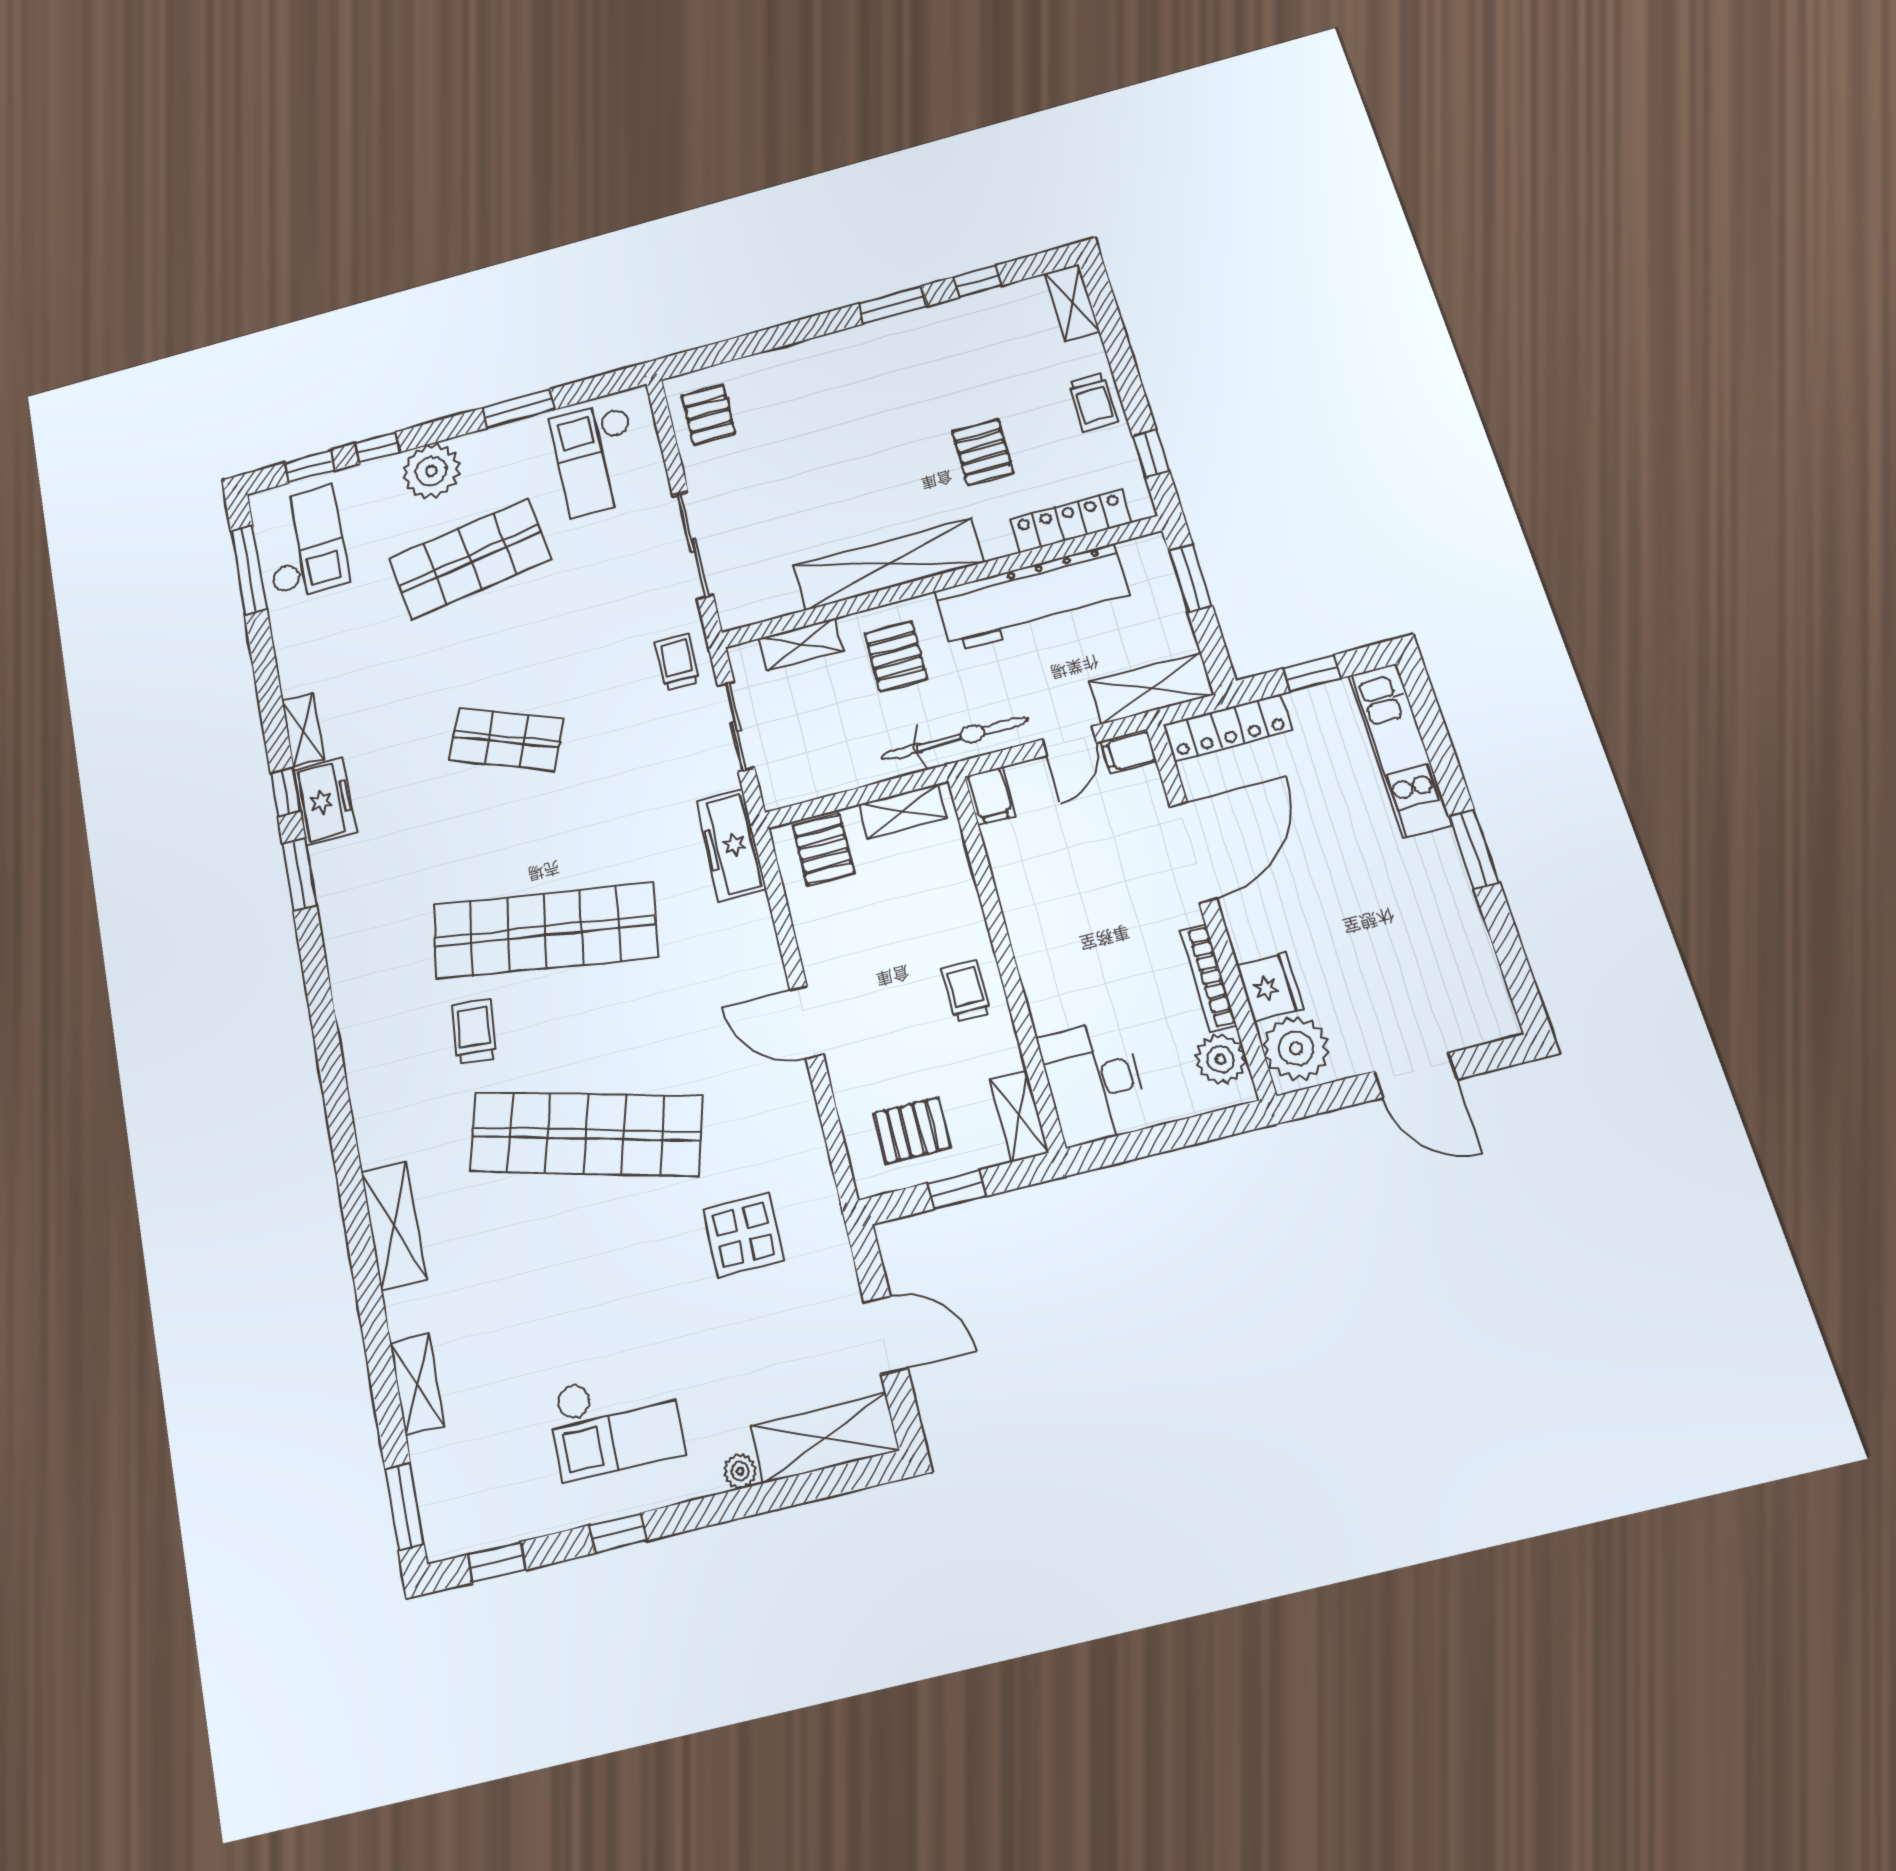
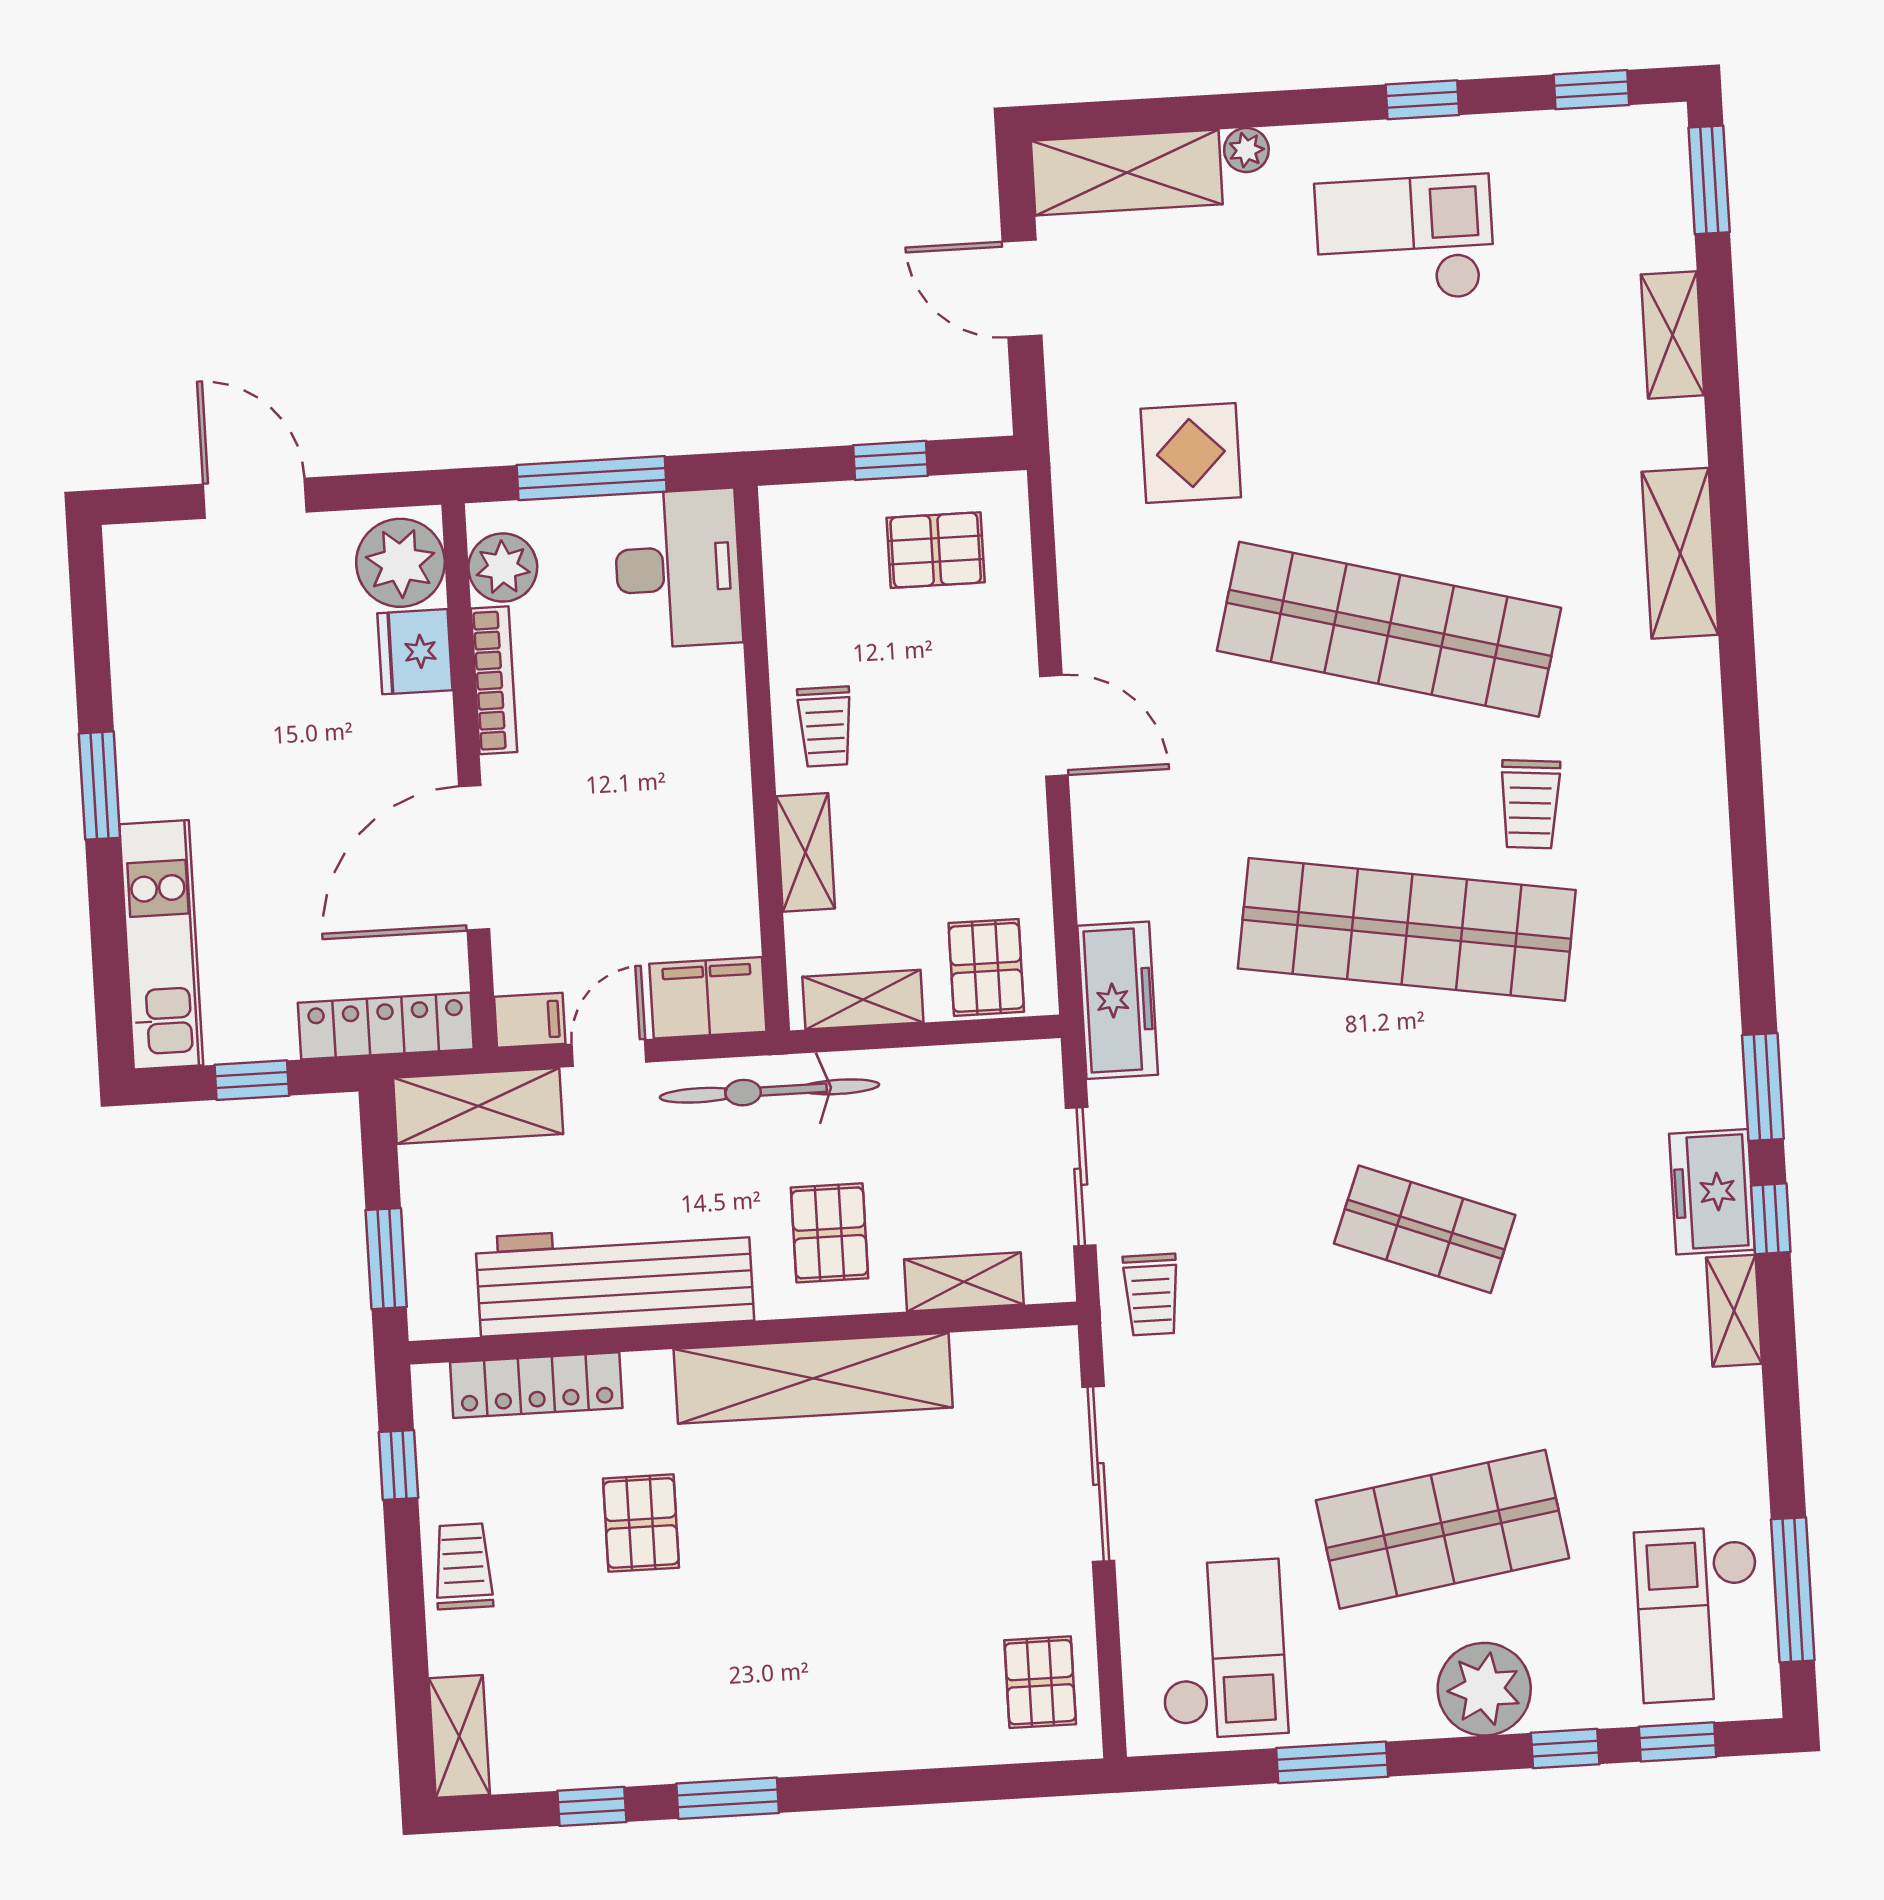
filing cabinet: (990, 796) -> (708, 998), width x2.00
shelving: (1019, 1116) -> (805, 852), moved
window: (1171, 1136) -> (592, 478), added

